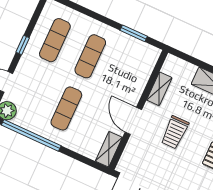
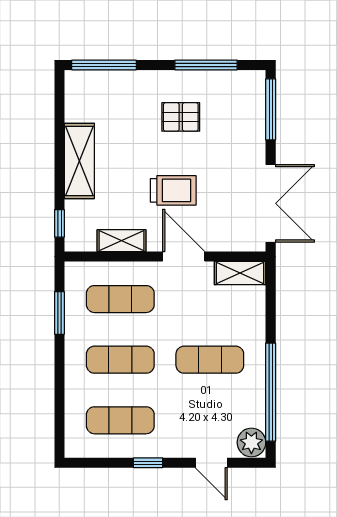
window: (186, 57) -> (59, 223), added
exercise mat: (126, 73) -> (120, 299), added
door: (133, 121) -> (184, 257), swing flipped

